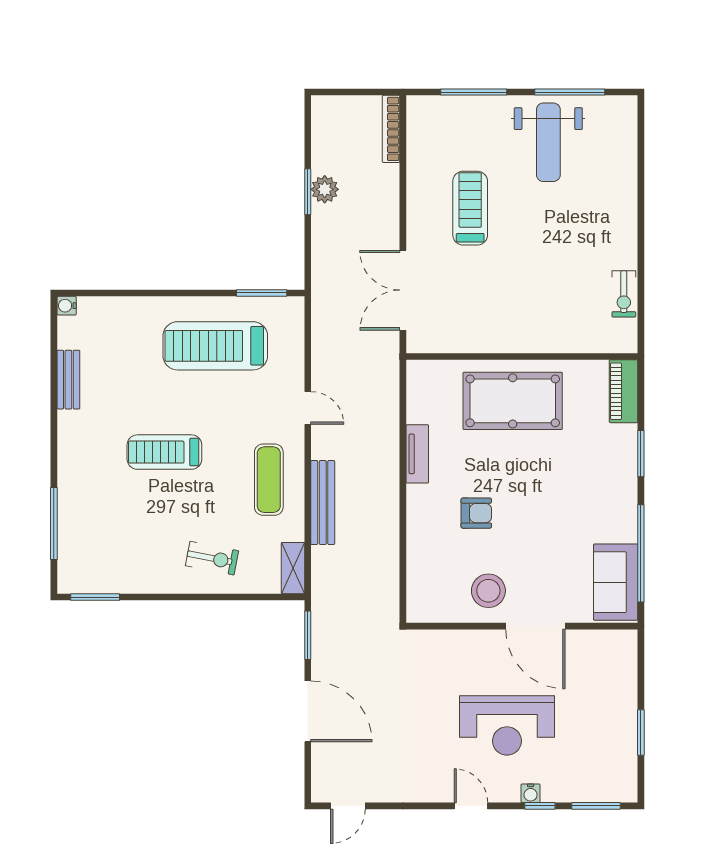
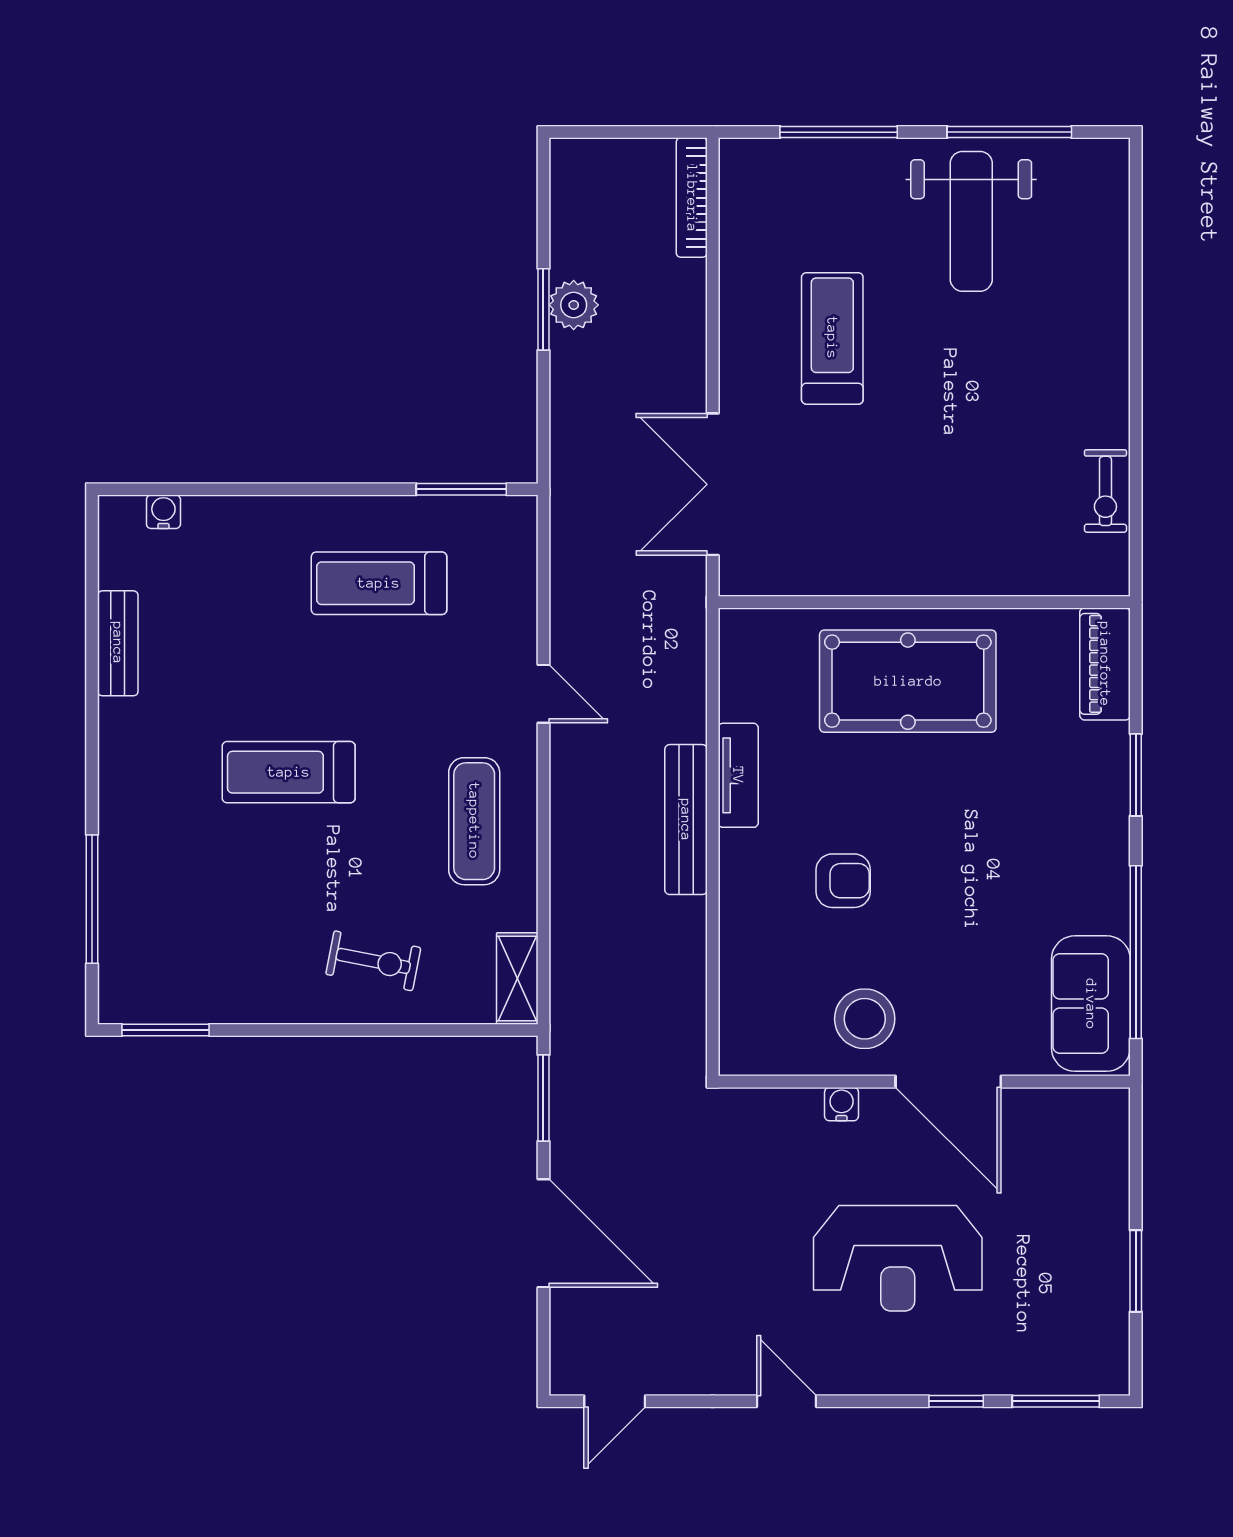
water cooler: (67, 306) -> (163, 512), moved, turned 90
treadmill: (215, 346) -> (379, 583), width x0.73, depth x0.73
bench: (323, 502) -> (686, 820), moved
water cooler: (531, 793) -> (842, 1104), moved, turned 180
door: (471, 806) -> (787, 1401), moved

